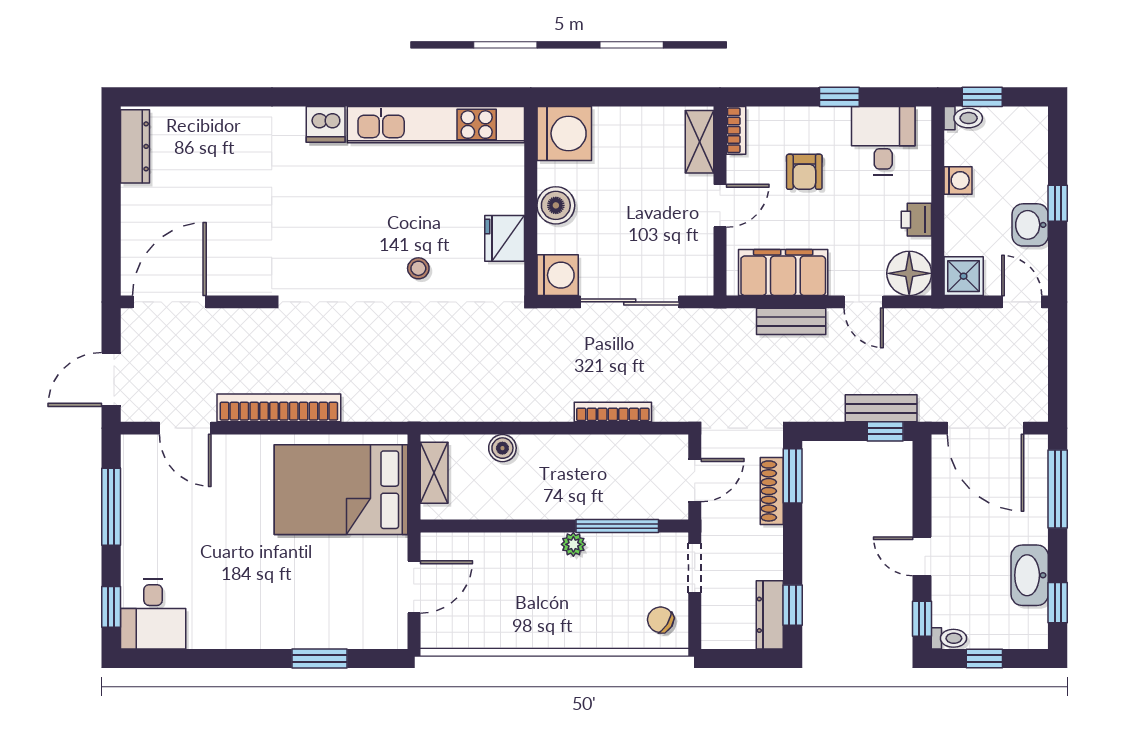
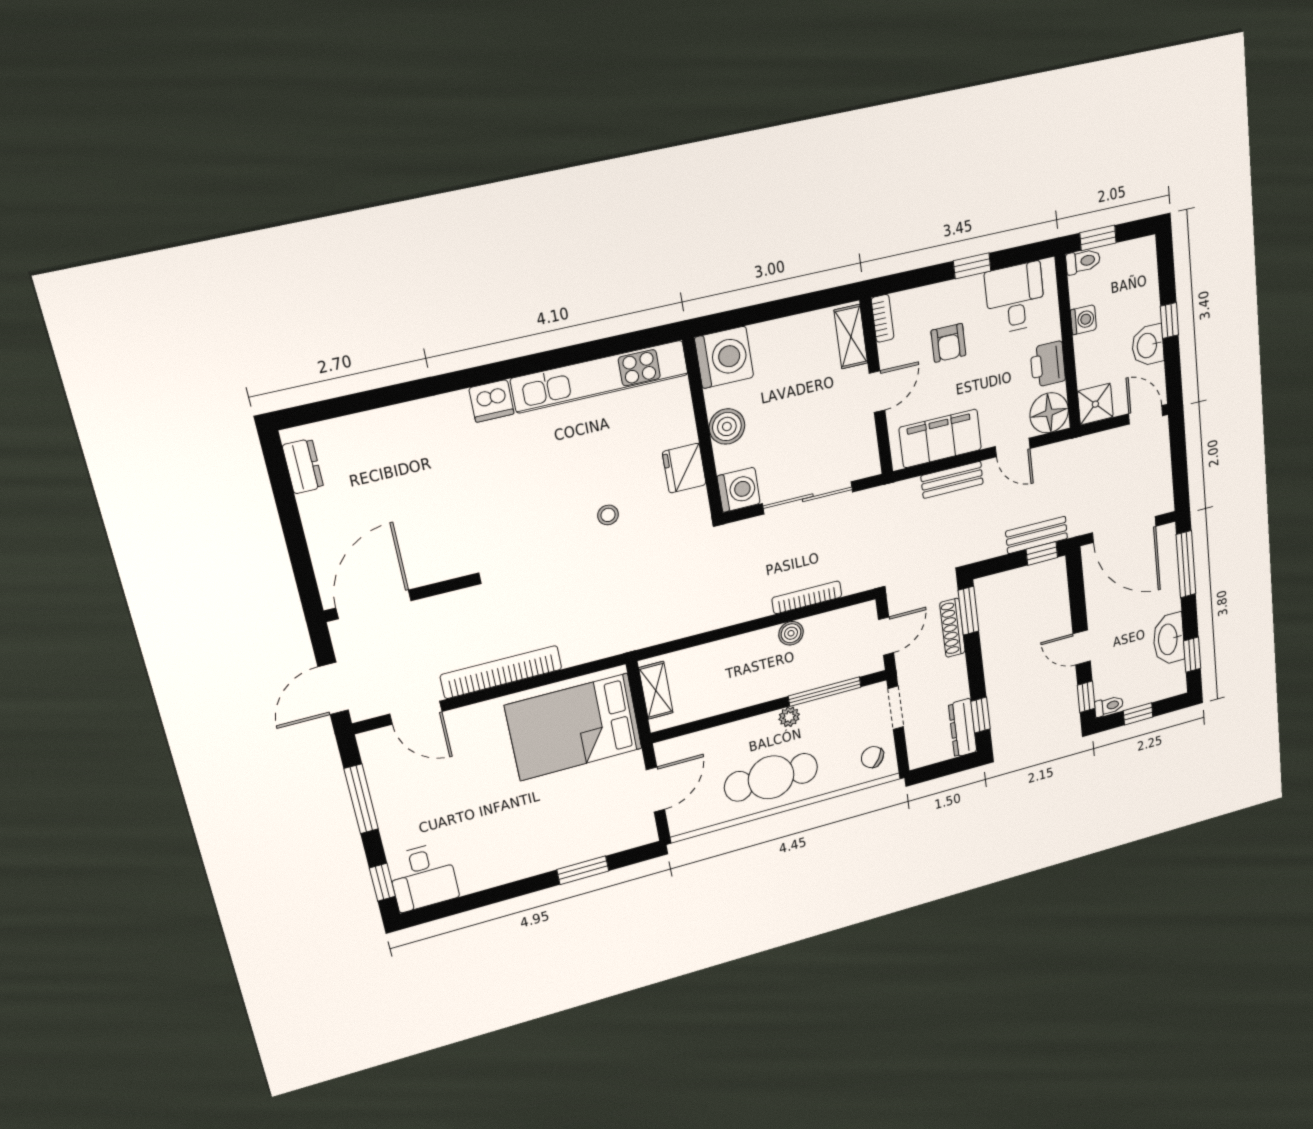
dresser: (135, 146) -> (303, 466), width x0.70
printer: (916, 220) -> (1048, 364), width x1.36, depth x1.24
boiler: (502, 448) -> (791, 633), moved
cafe table: (543, 610) -> (771, 777), added

